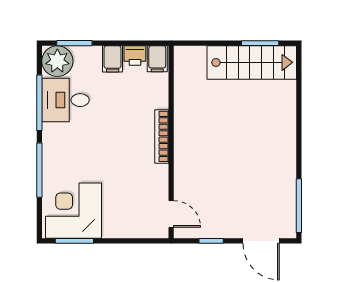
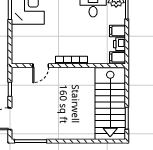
stairs: (252, 62) -> (110, 104), width x1.36, depth x1.51
door: (171, 214) -> (41, 66), moved

